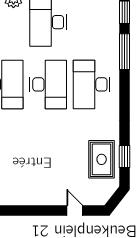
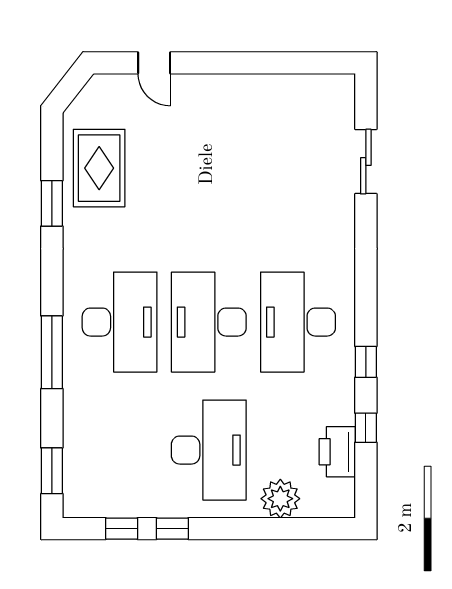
window: (125, 52) -> (52, 352), moved
window: (125, 157) -> (52, 203), moved

